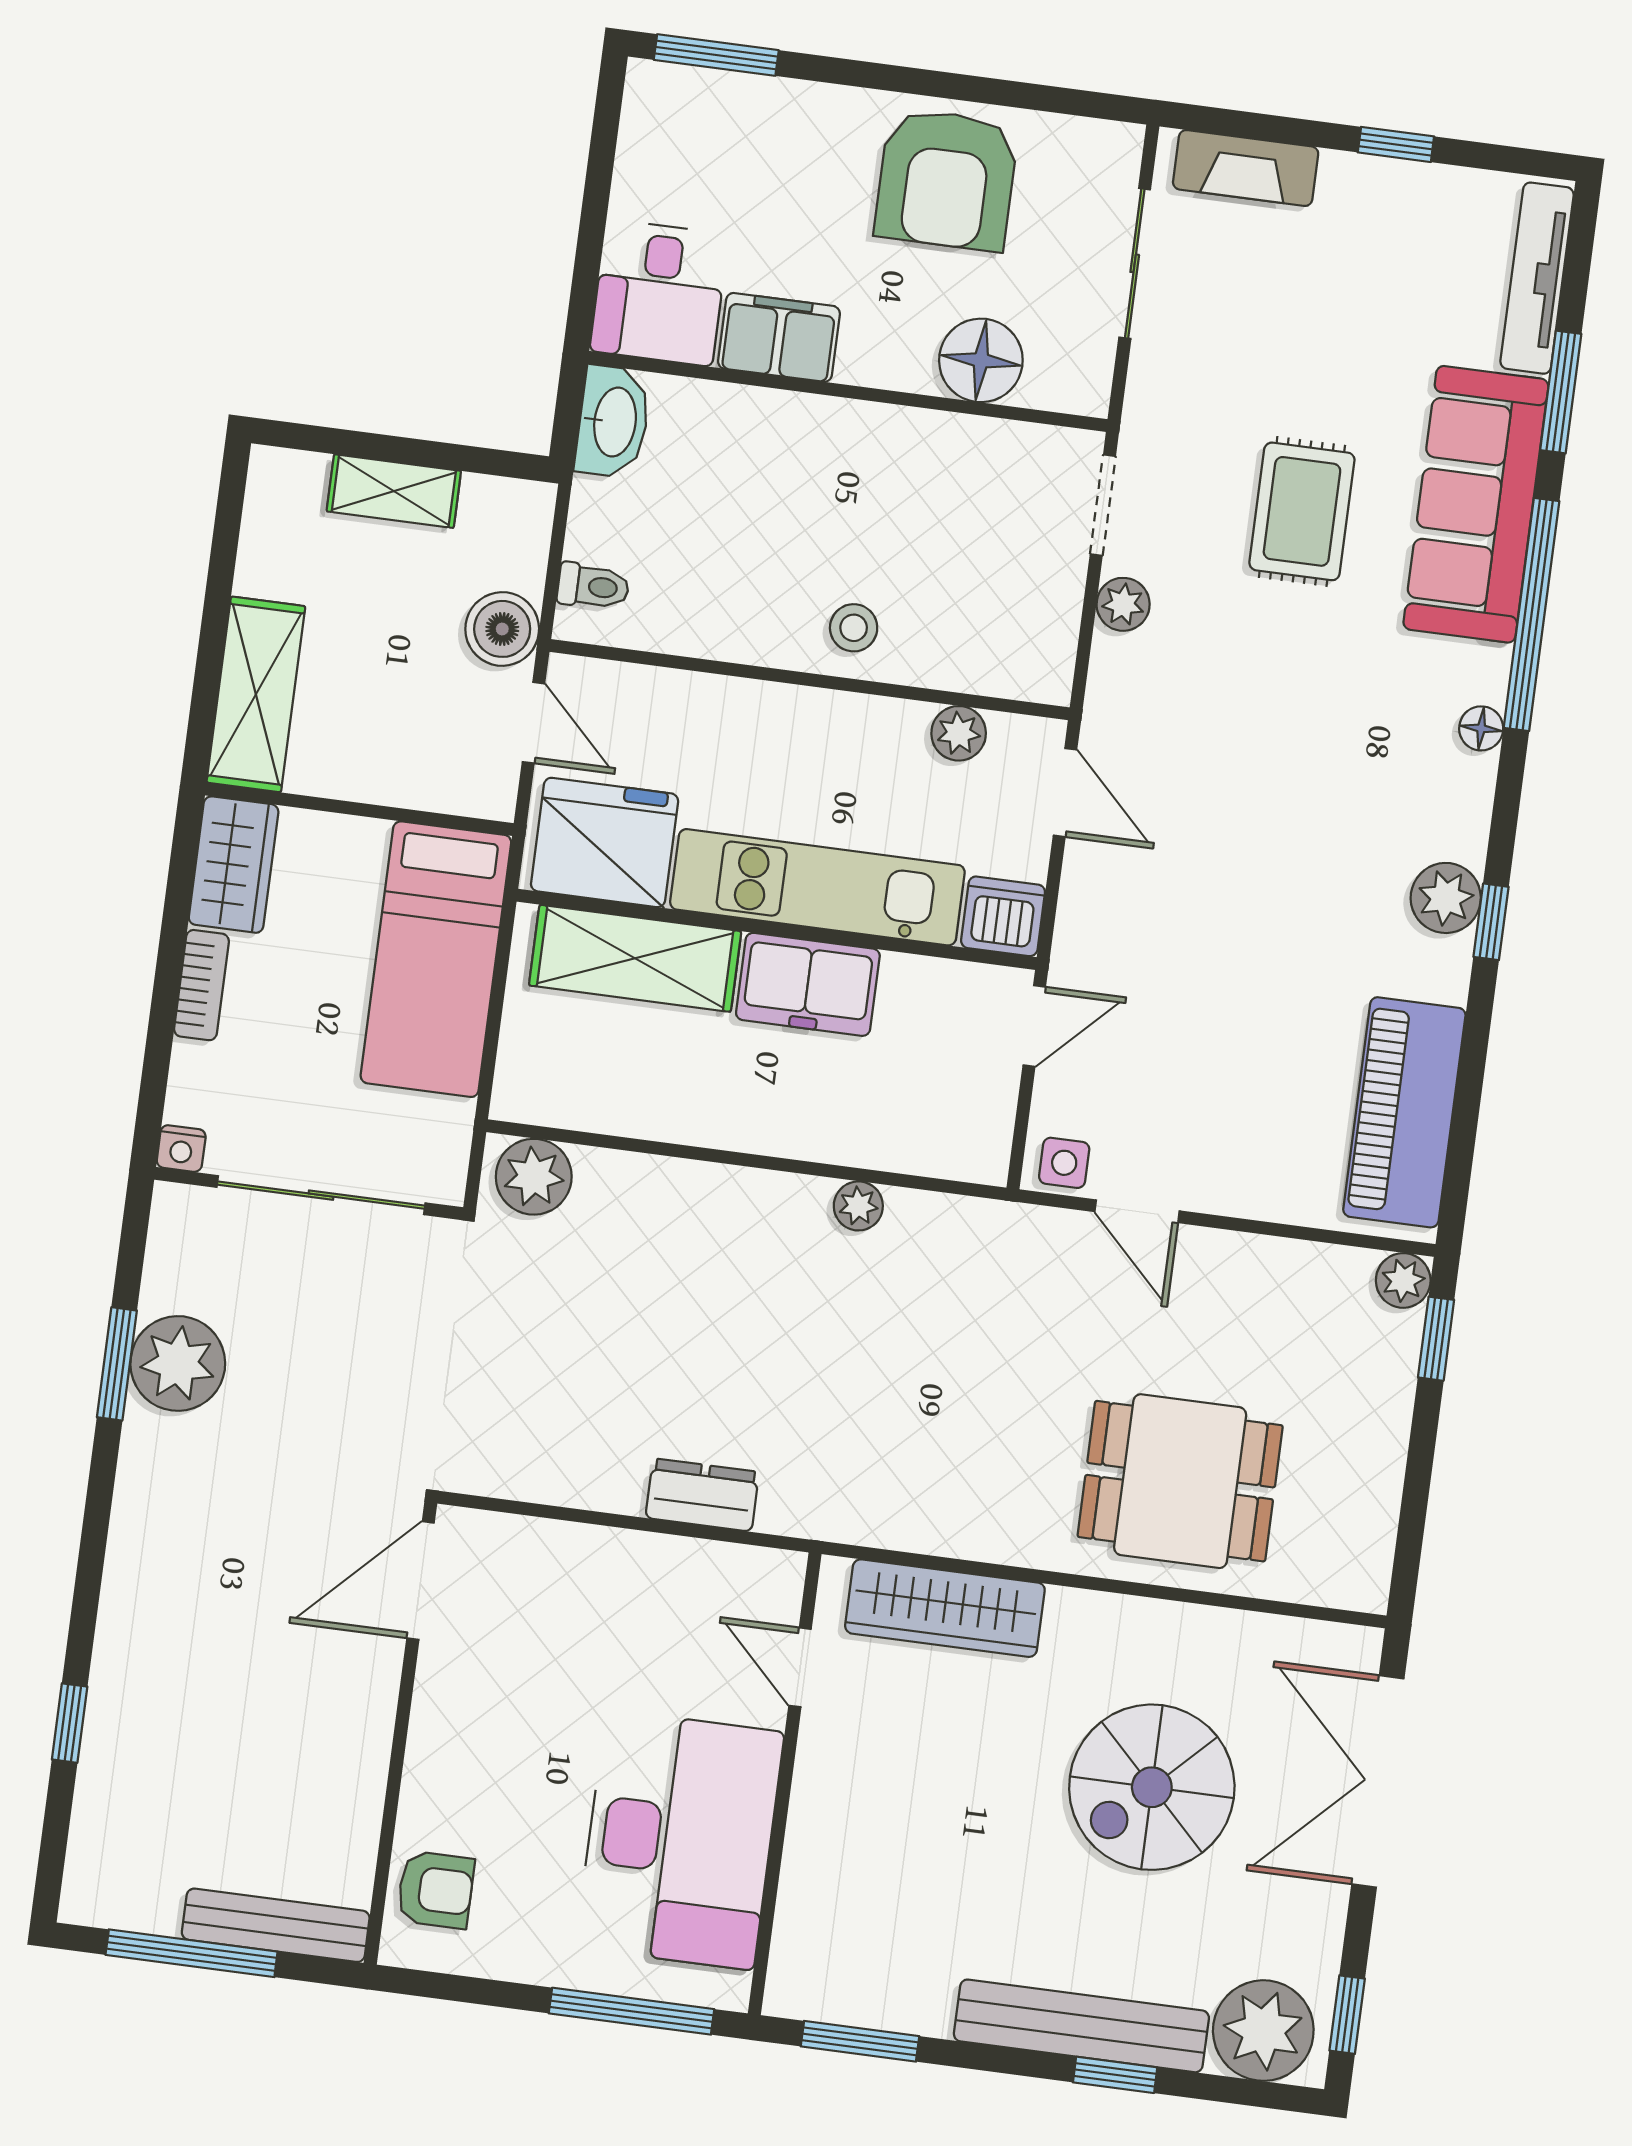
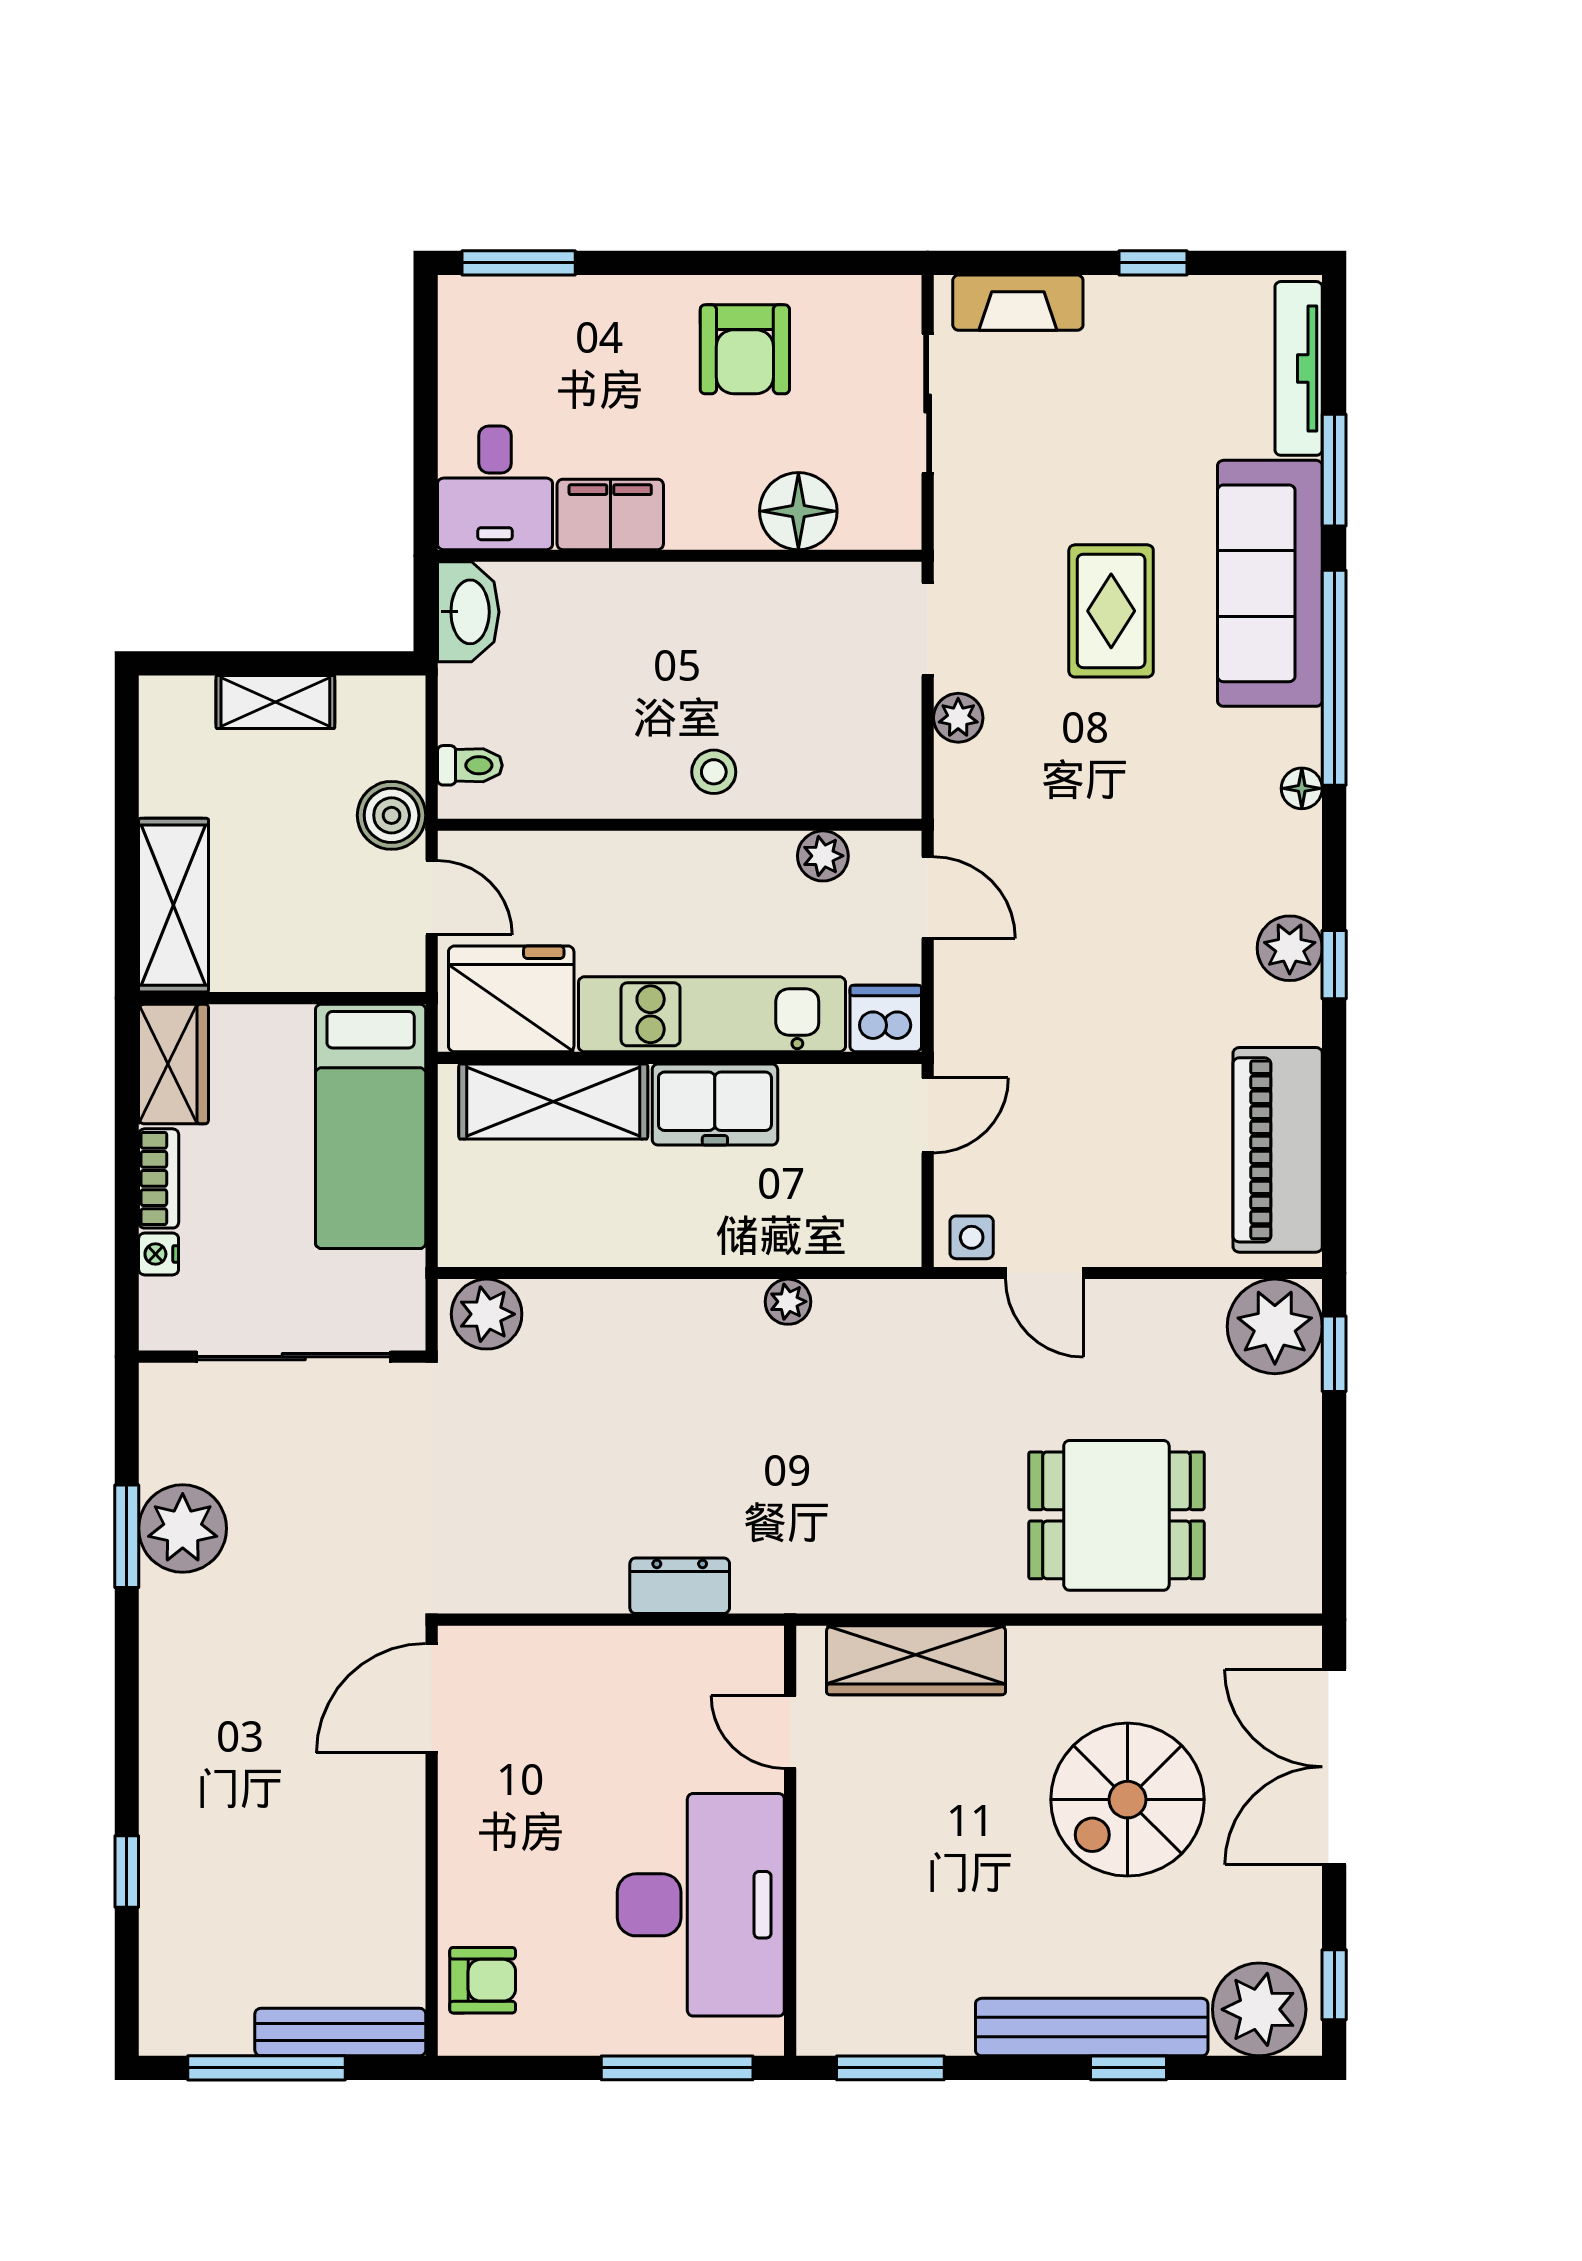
armchair: (946, 179) -> (745, 349), width x0.73, depth x0.73
nightstand: (181, 1149) -> (159, 1254), moved, turned 90
plant: (1403, 1280) -> (1275, 1326), width x1.87, depth x1.87

